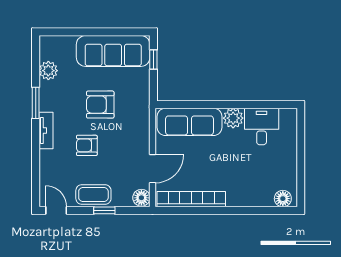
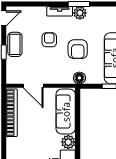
plant: (48, 71) -> (80, 13), moved
armchair: (100, 105) -> (78, 49), turned 180
floor lamp: (141, 198) -> (79, 78), moved

